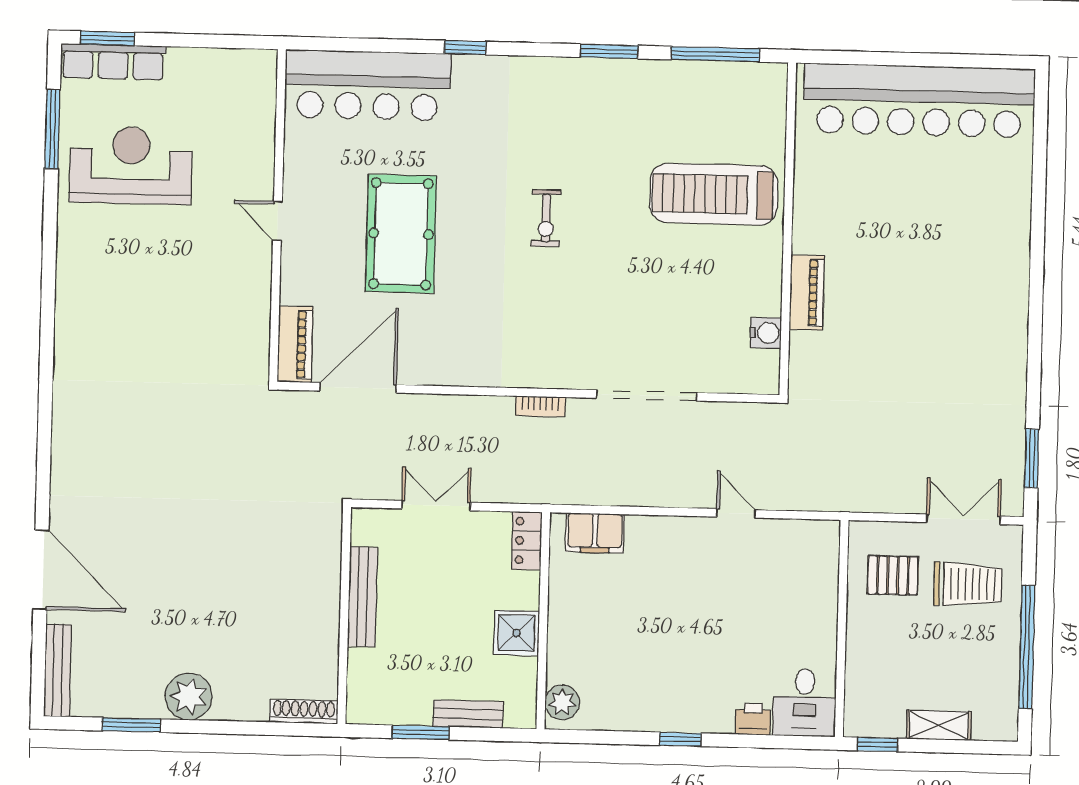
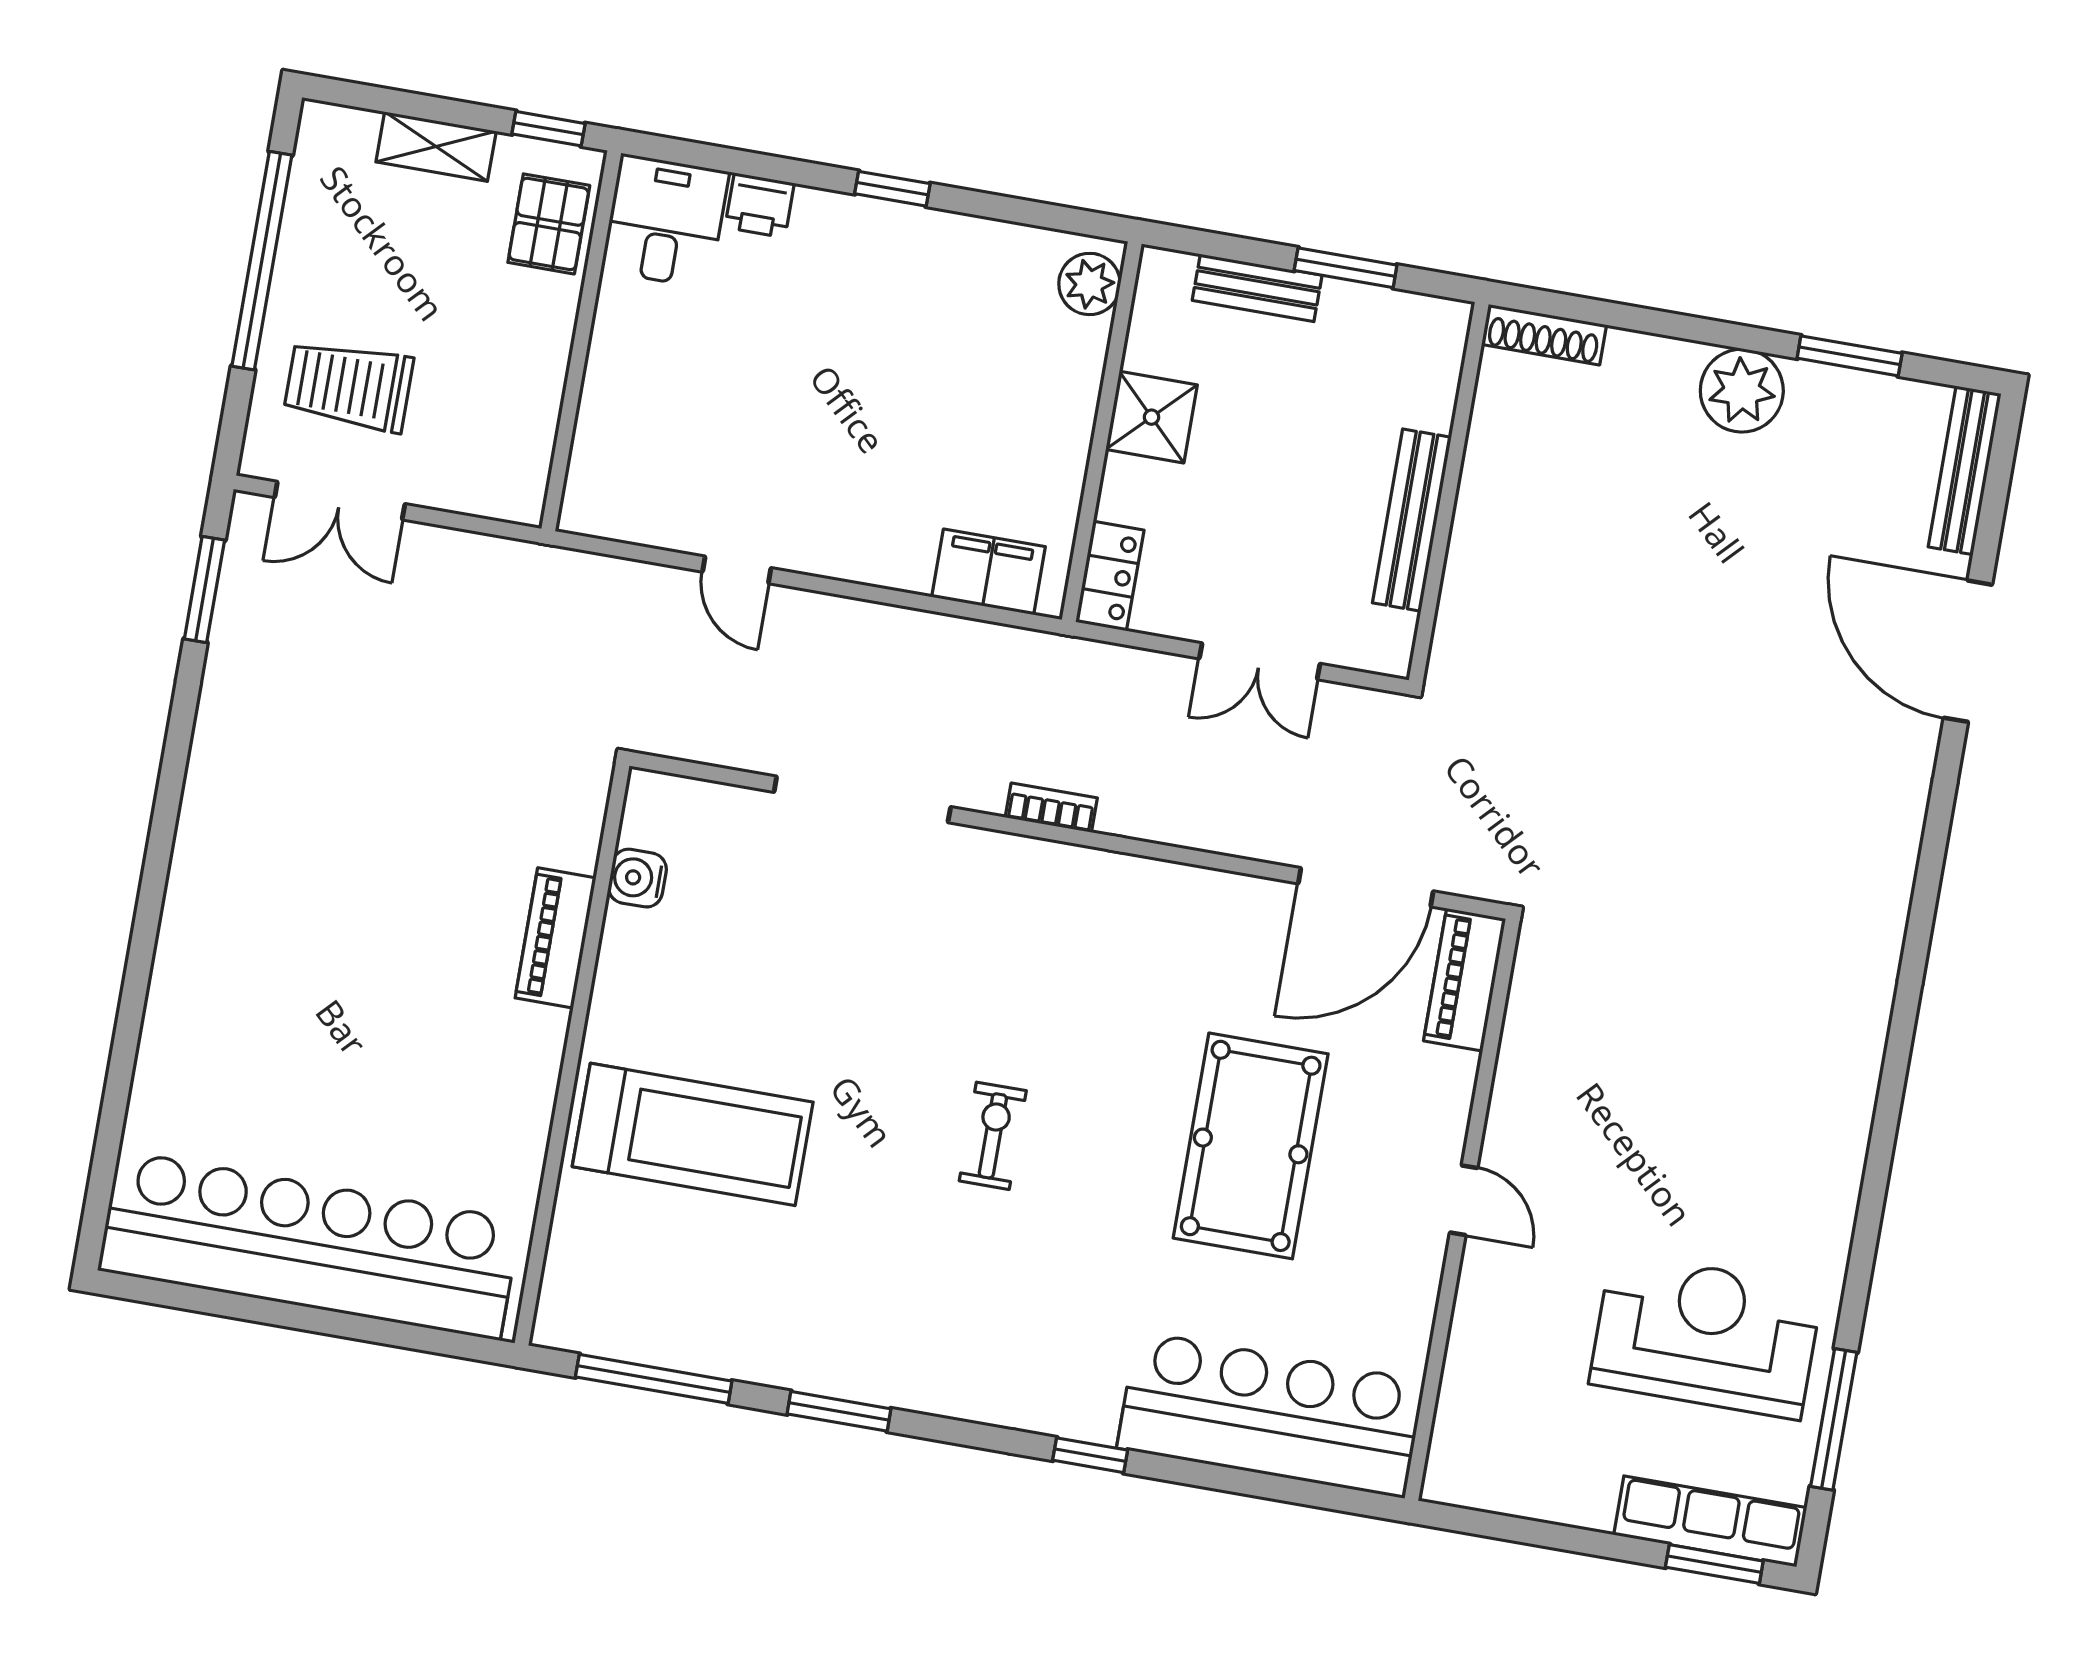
reception desk: (131, 165) -> (1706, 1336), turned 180
pallet: (893, 575) -> (549, 224), moved, turned 90

